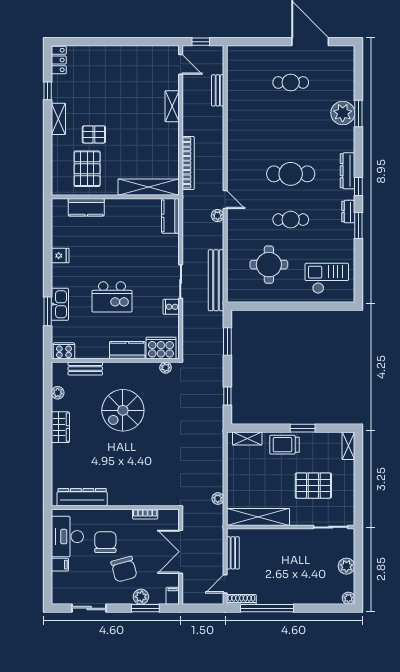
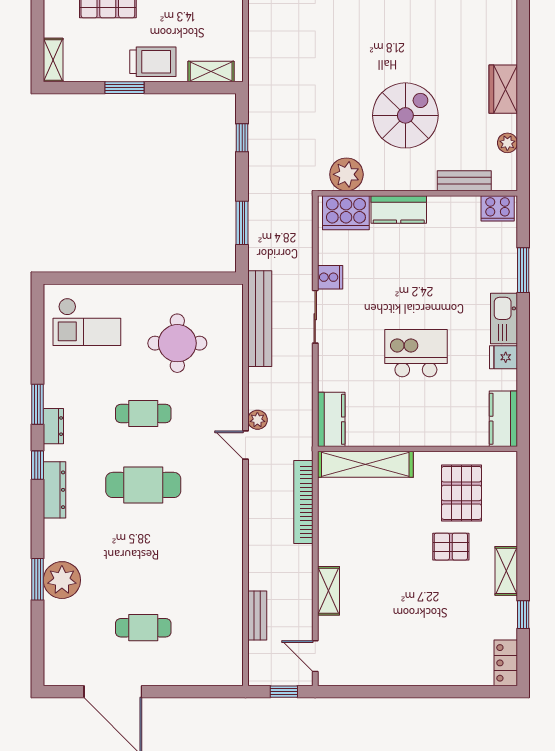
kitchen counter: (86, 207) -> (503, 419), moved, turned -90
kitchen island: (112, 297) -> (416, 353), moved
kitchen sink: (60, 304) -> (504, 319), moved
plant: (166, 368) -> (346, 174), width x1.88, depth x1.88

